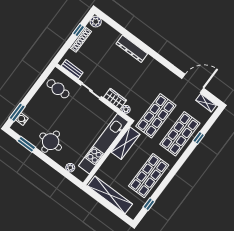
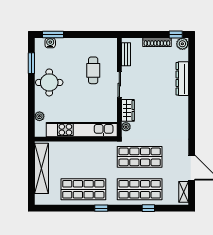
window: (79, 30) -> (176, 35), moved
dresser: (132, 49) -> (182, 79), moved
cafe table: (58, 89) -> (93, 70), moved
shelving: (125, 143) -> (96, 148), removed
window: (149, 204) -> (101, 208), moved

